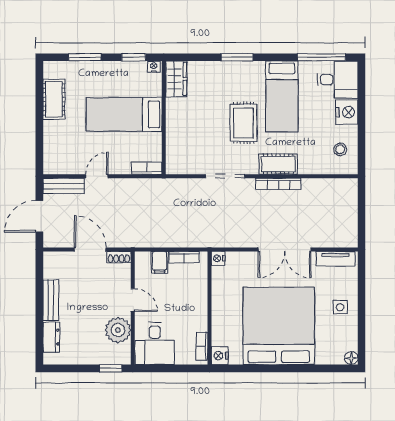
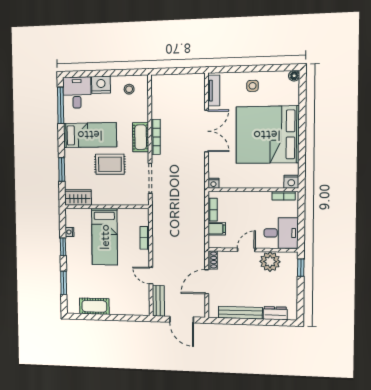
wardrobe: (176, 79) -> (78, 197), moved
bed: (124, 114) -> (105, 237), moved
wall: (164, 118) -> (107, 207), moved
bench: (51, 300) -> (240, 313), width x1.36

